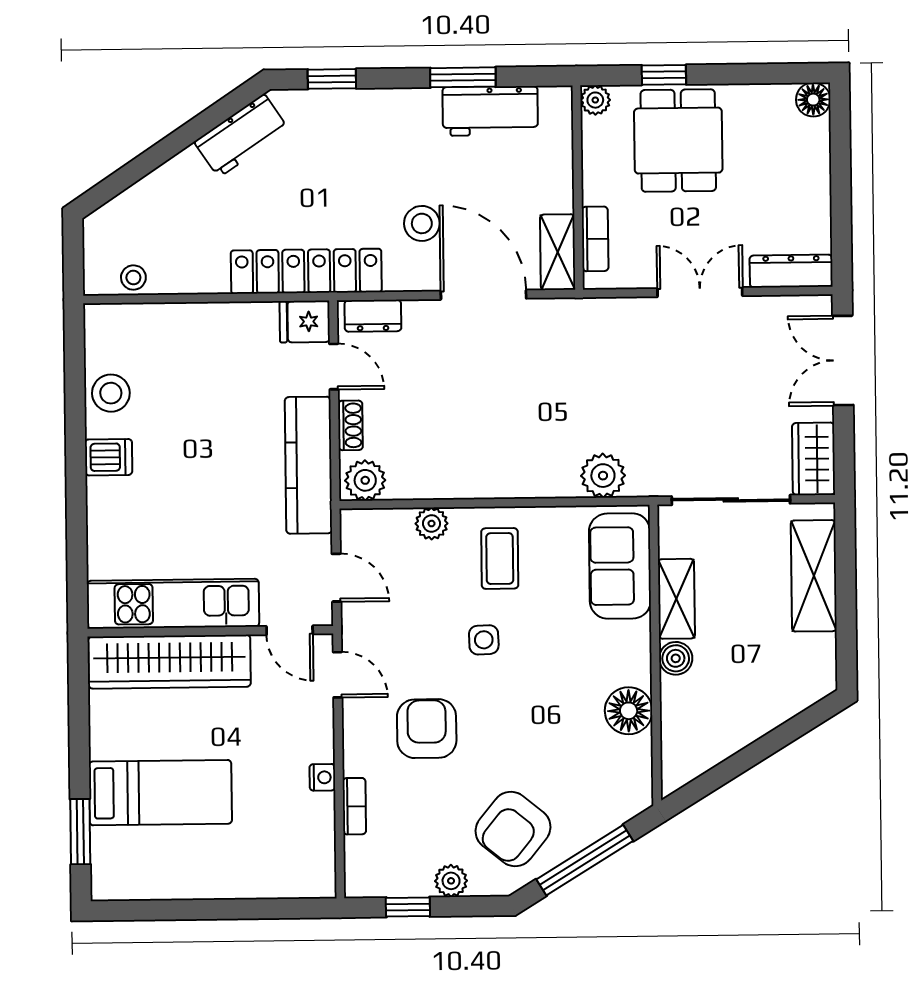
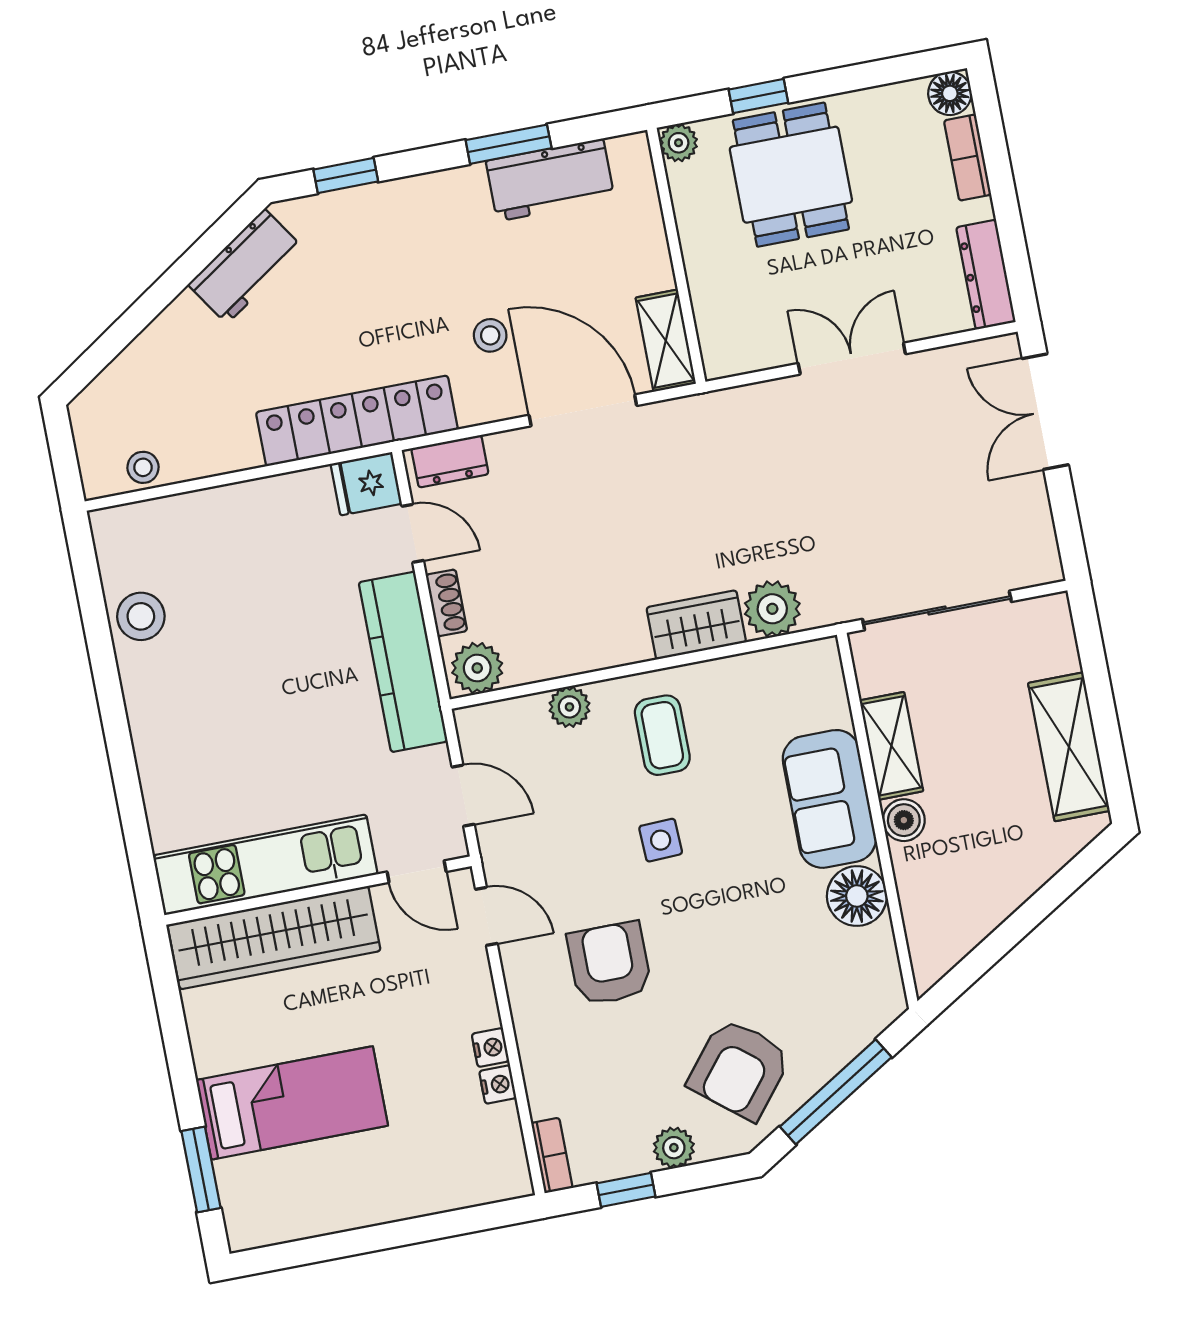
stool: (422, 223) -> (490, 335), width x0.73, depth x0.73
bookcase: (595, 239) -> (968, 158), moved, turned 180
dresser: (791, 271) -> (986, 275), moved, turned -90
dishwasher: (109, 457) -> (152, 697), removed
wardrobe: (814, 459) -> (696, 625), moved, turned 90
sofa: (620, 566) -> (829, 799), moved
shelving: (814, 576) -> (1069, 747), moved
bookcase: (354, 806) -> (552, 1155), moved
nightstand: (323, 807) -> (498, 1085), added

